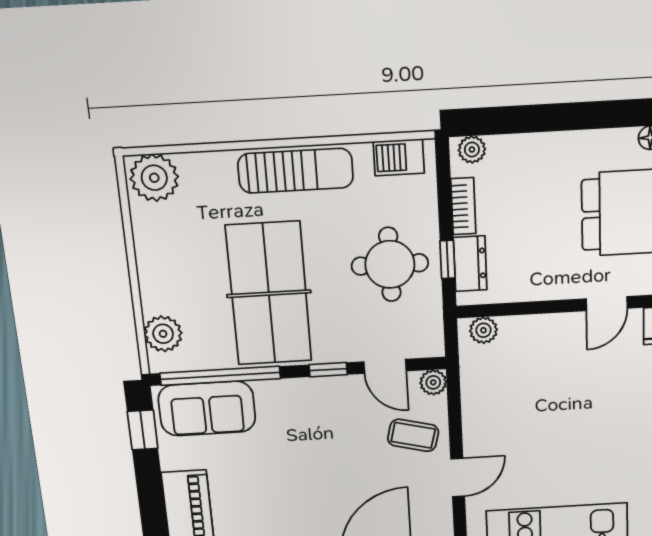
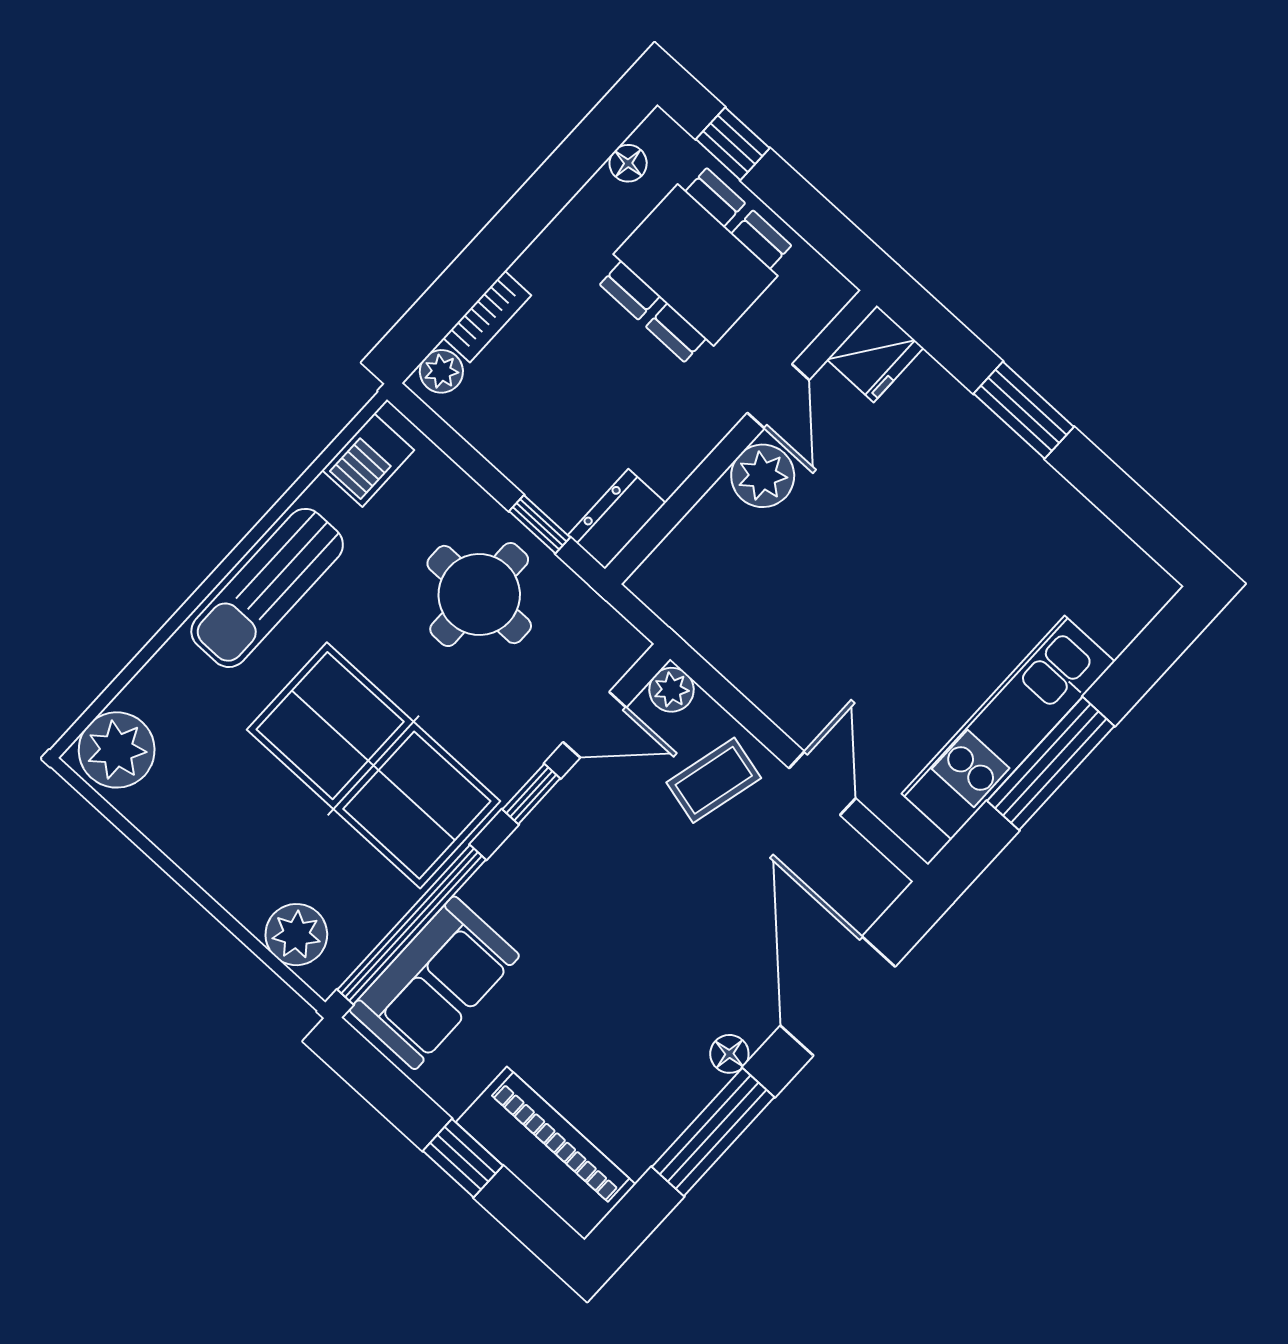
sun lounger: (296, 171) -> (267, 588), turned 180
bookcase: (463, 206) -> (487, 317), moved, turned 90
dresser: (470, 264) -> (617, 519), moved, turned -90
plant: (483, 330) -> (763, 476), moved, width x1.38, depth x1.38
window: (143, 430) -> (463, 1158), moved

